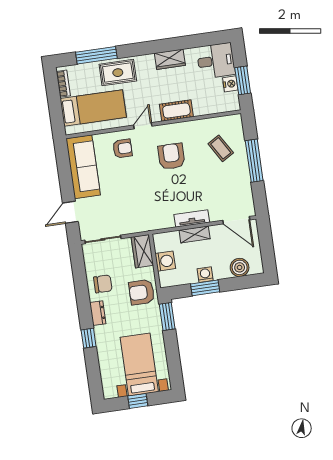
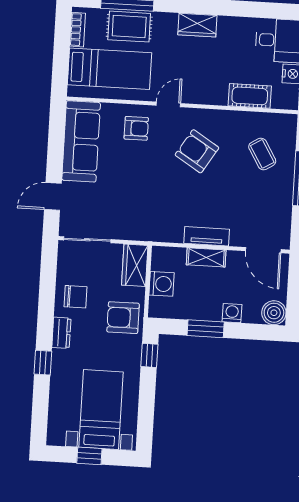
wardrobe: (170, 59) -> (197, 25), moved
rug: (118, 73) -> (129, 27), moved
cot: (176, 111) -> (250, 96), moved
armchair: (171, 156) -> (197, 151), turned -58
boiler: (240, 267) -> (274, 313), moved
washing machine: (205, 275) -> (232, 313), moved
window: (167, 316) -> (149, 355), width x0.67

